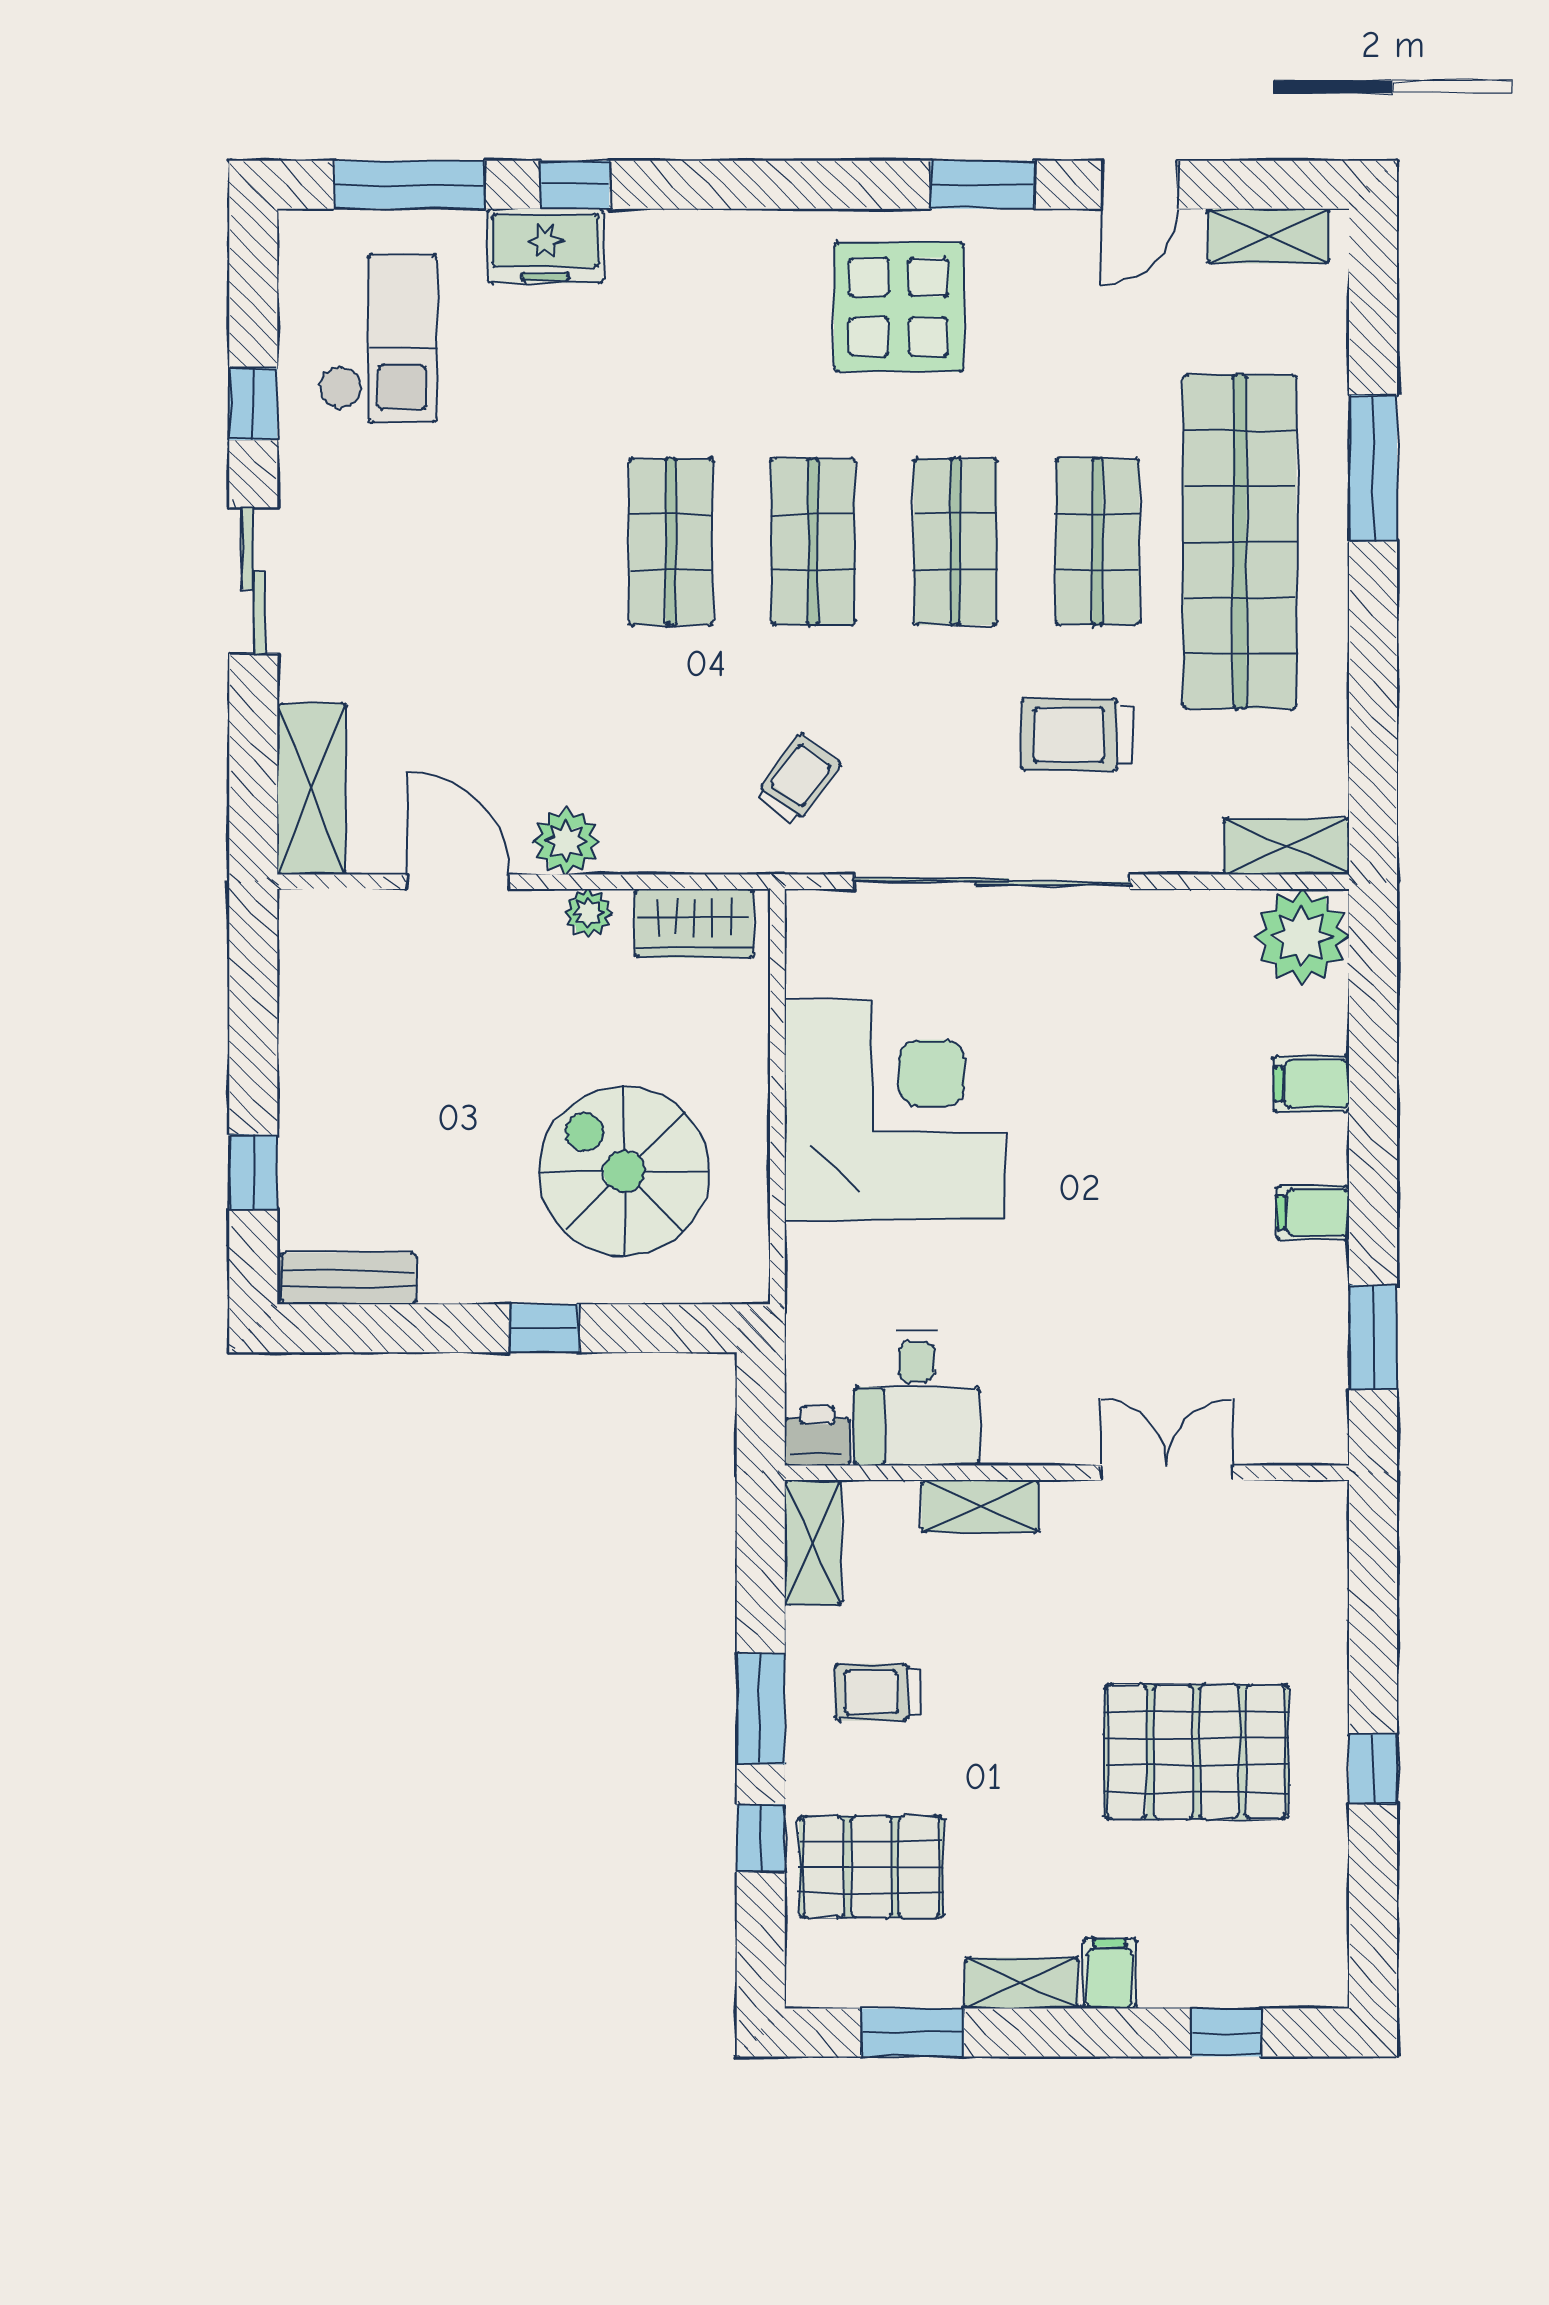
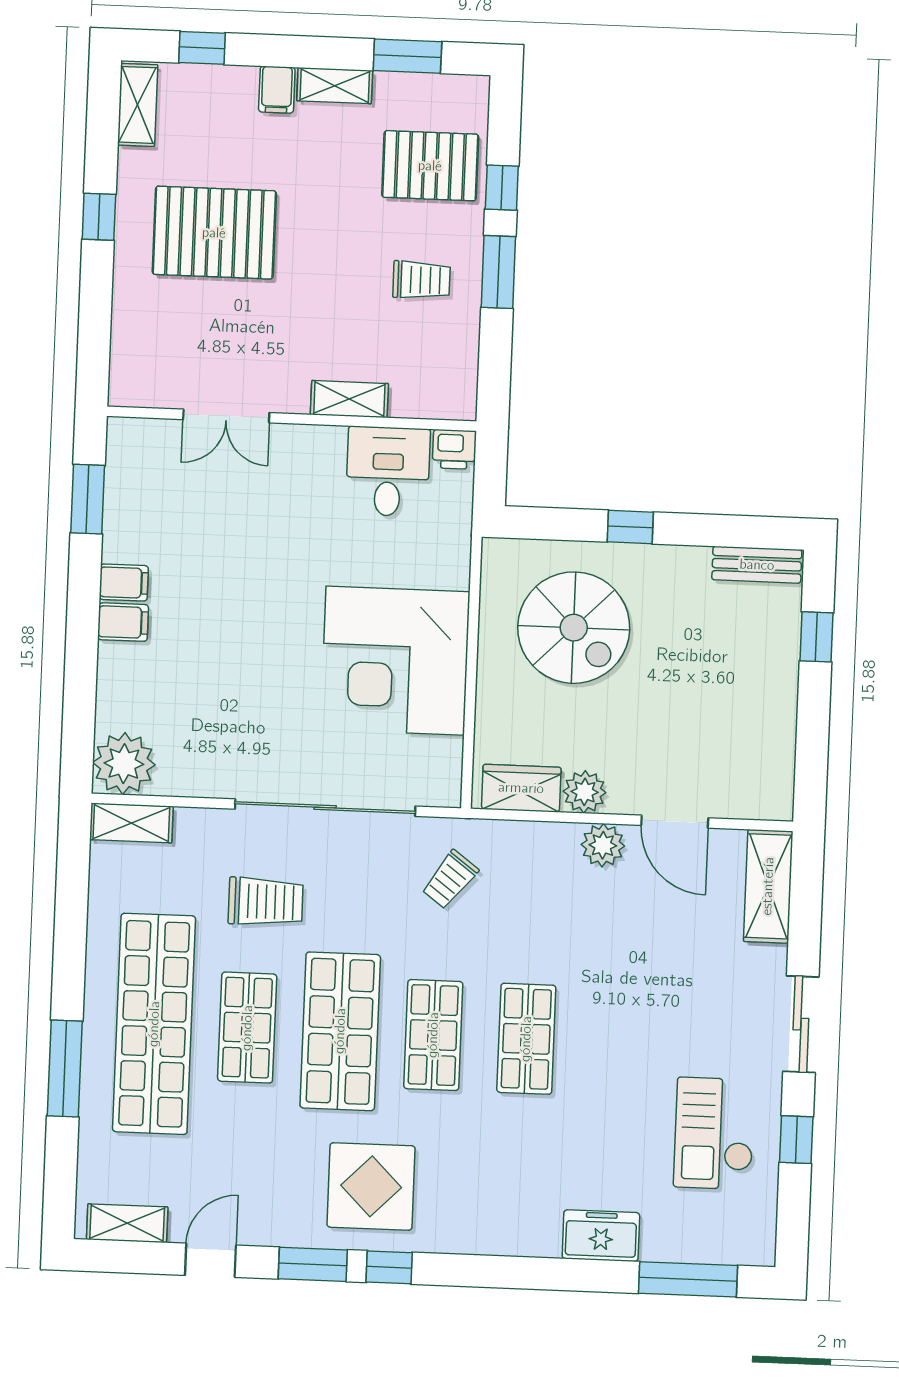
window: (575, 185) -> (389, 1267), moved
checkout: (378, 339) -> (714, 1133), moved
shop shelf: (955, 542) -> (340, 1031), width x1.43, depth x1.36
plant: (588, 913) -> (585, 792), width x1.38, depth x1.38
filing cabinet: (1312, 1084) -> (123, 622), moved
shelving: (813, 1543) -> (138, 105), moved

